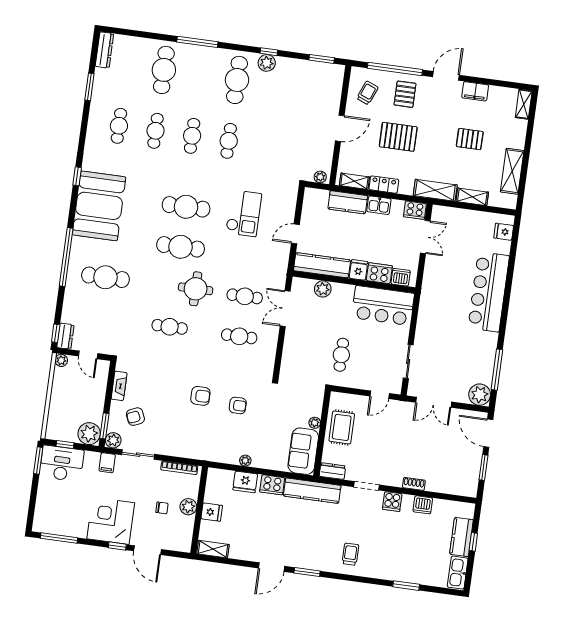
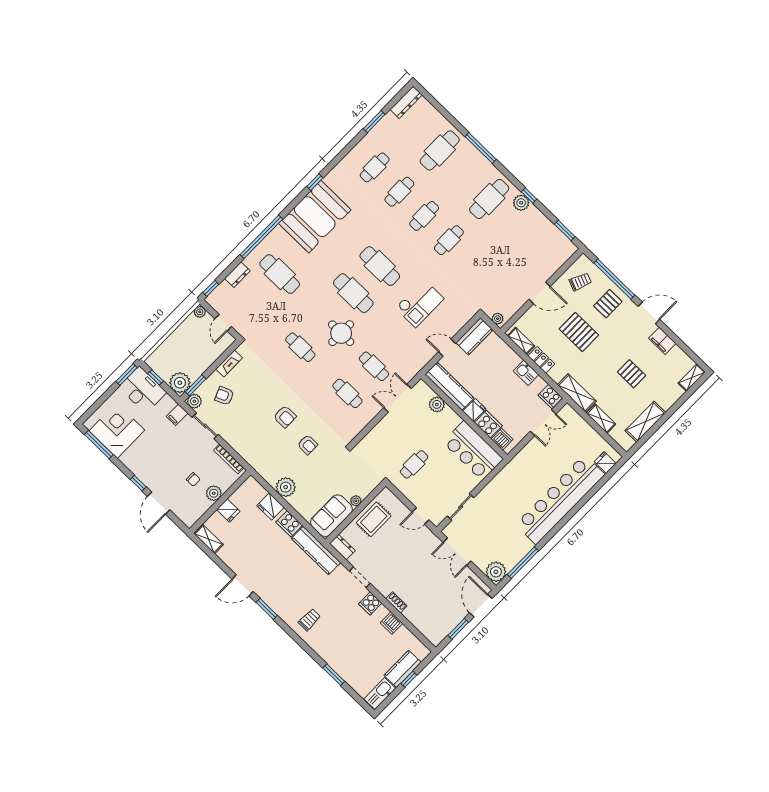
kitchen counter: (348, 202) -> (474, 336), moved, turned -90
bar counter: (489, 292) -> (560, 499), width x1.36
dresser: (65, 336) -> (237, 275), moved
plant: (245, 461) -> (286, 487), width x1.88, depth x1.88
corner desk: (111, 521) -> (117, 431), moved

